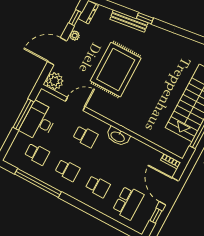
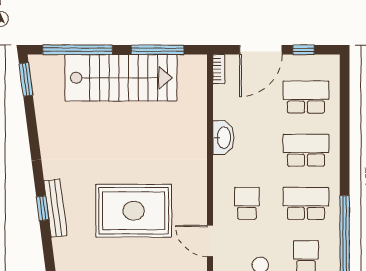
bench: (129, 21) -> (55, 208), moved
washbasin: (118, 136) -> (223, 138), moved
school desk: (67, 170) -> (306, 203), width x1.85
school desk: (98, 186) -> (306, 150), width x1.85

